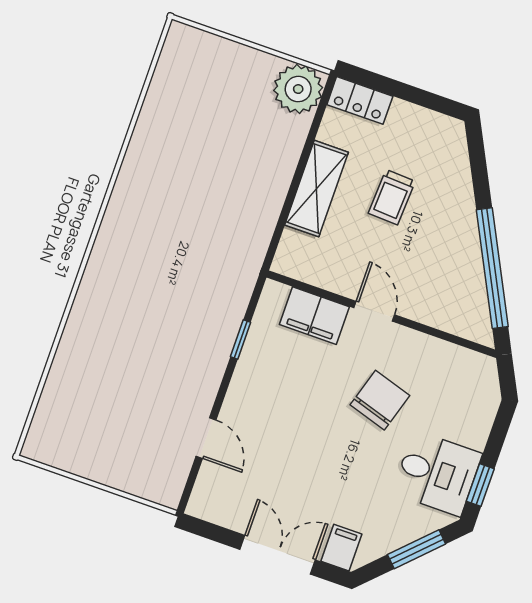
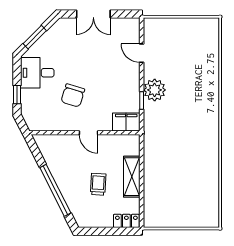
plant: (298, 89) -> (155, 90), moved
window: (492, 268) -> (55, 190), moved
filing cabinet: (314, 316) -> (126, 122), moved
window: (480, 485) -> (17, 95), moved
filing cabinet: (341, 548) -> (67, 27), removed

